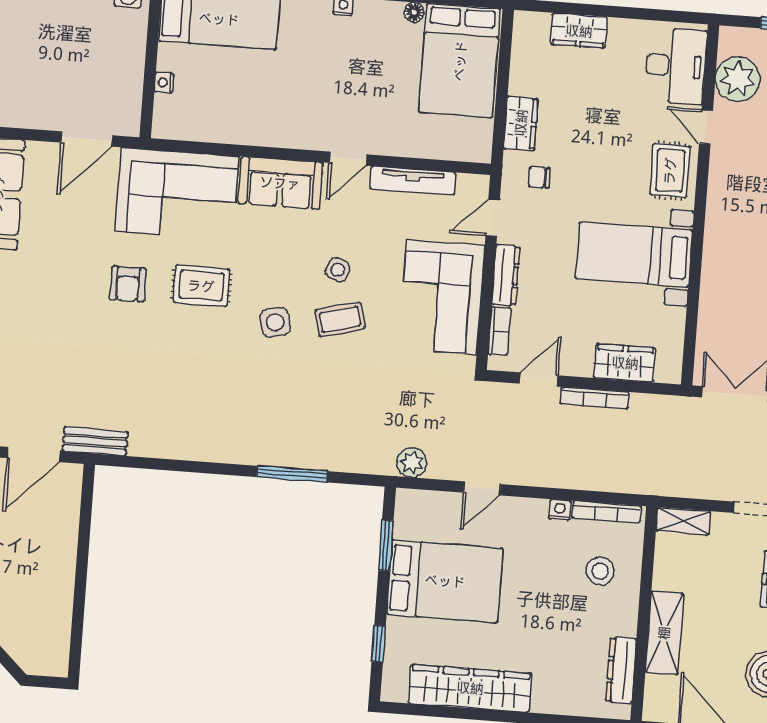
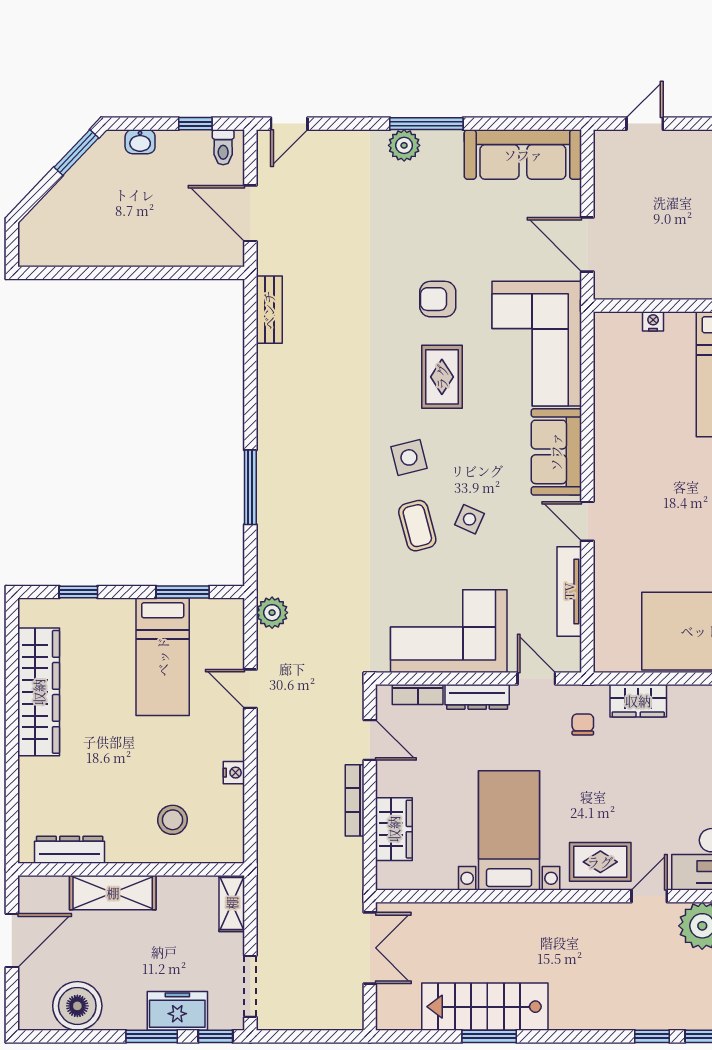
bench: (95, 441) -> (269, 310), moved
bookcase: (607, 512) -> (235, 822), removed
bed: (445, 581) -> (163, 657), width x0.67

